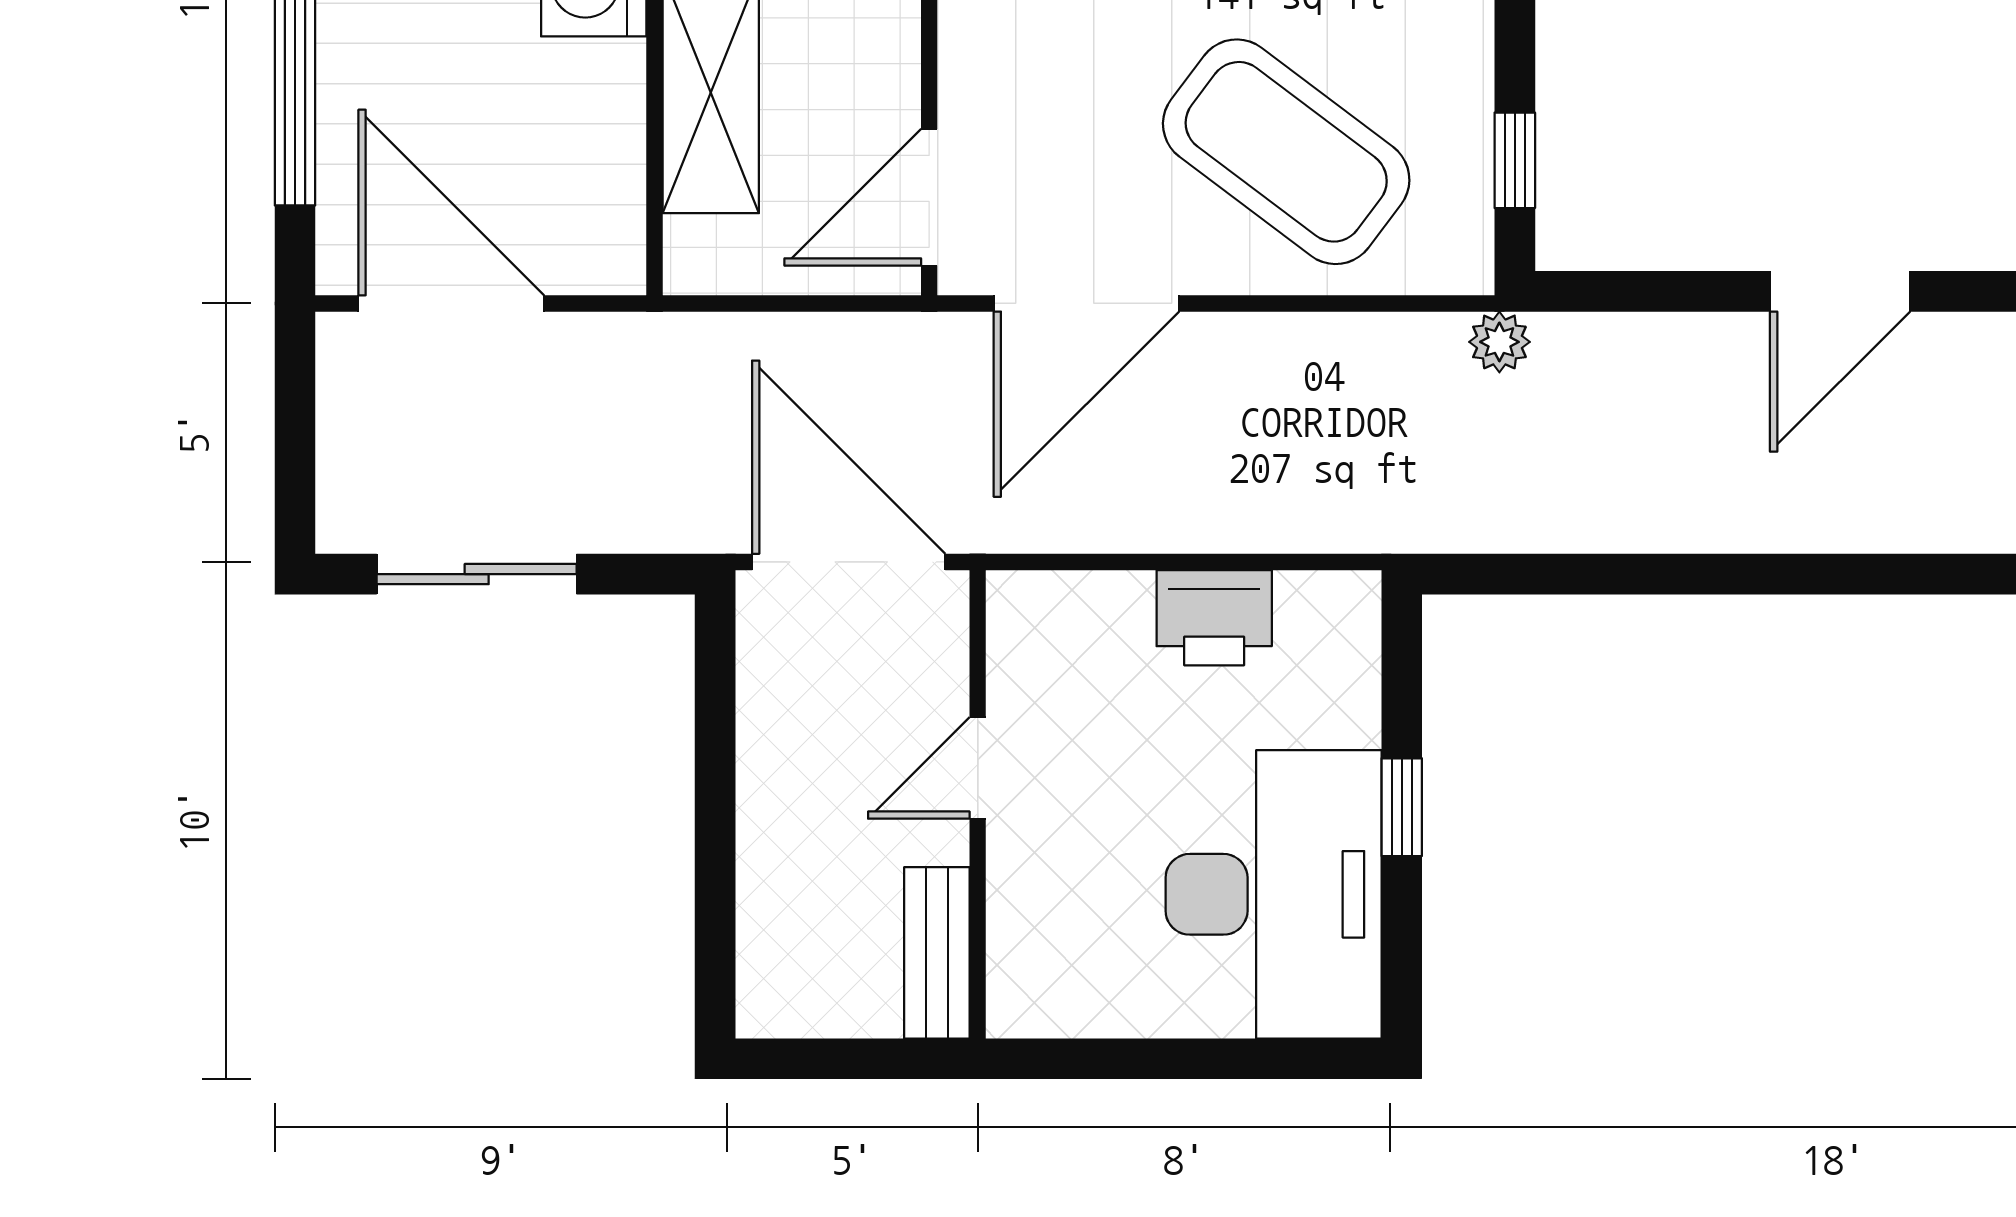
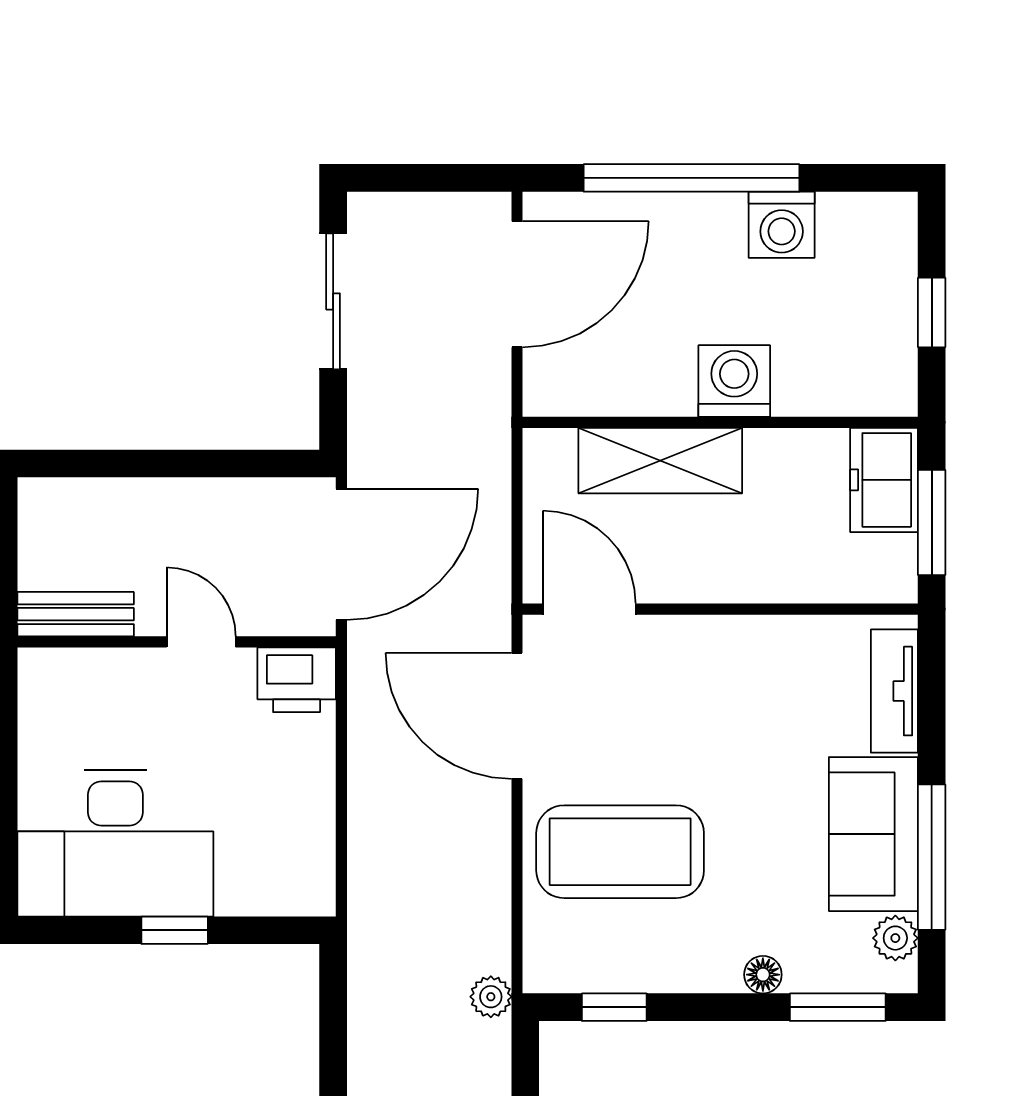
coffee table: (1286, 152) -> (620, 852), turned 53
printer: (1214, 618) -> (297, 680), moved, turned -90

